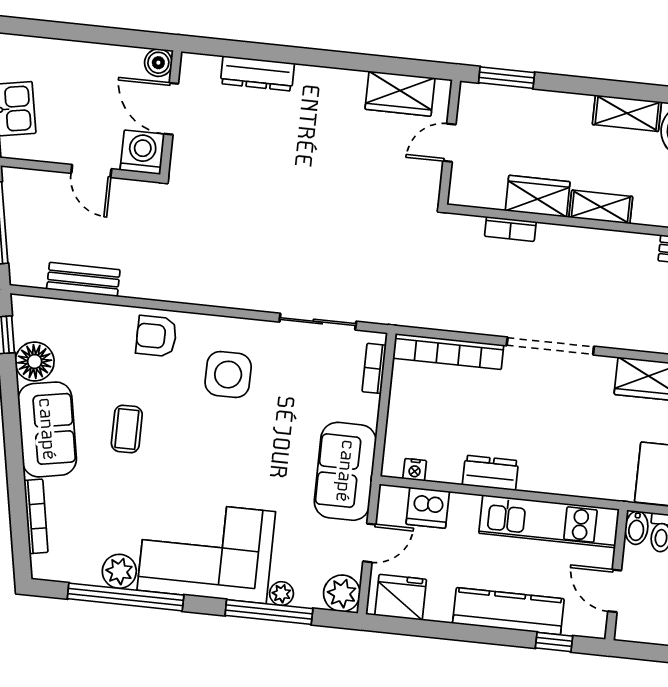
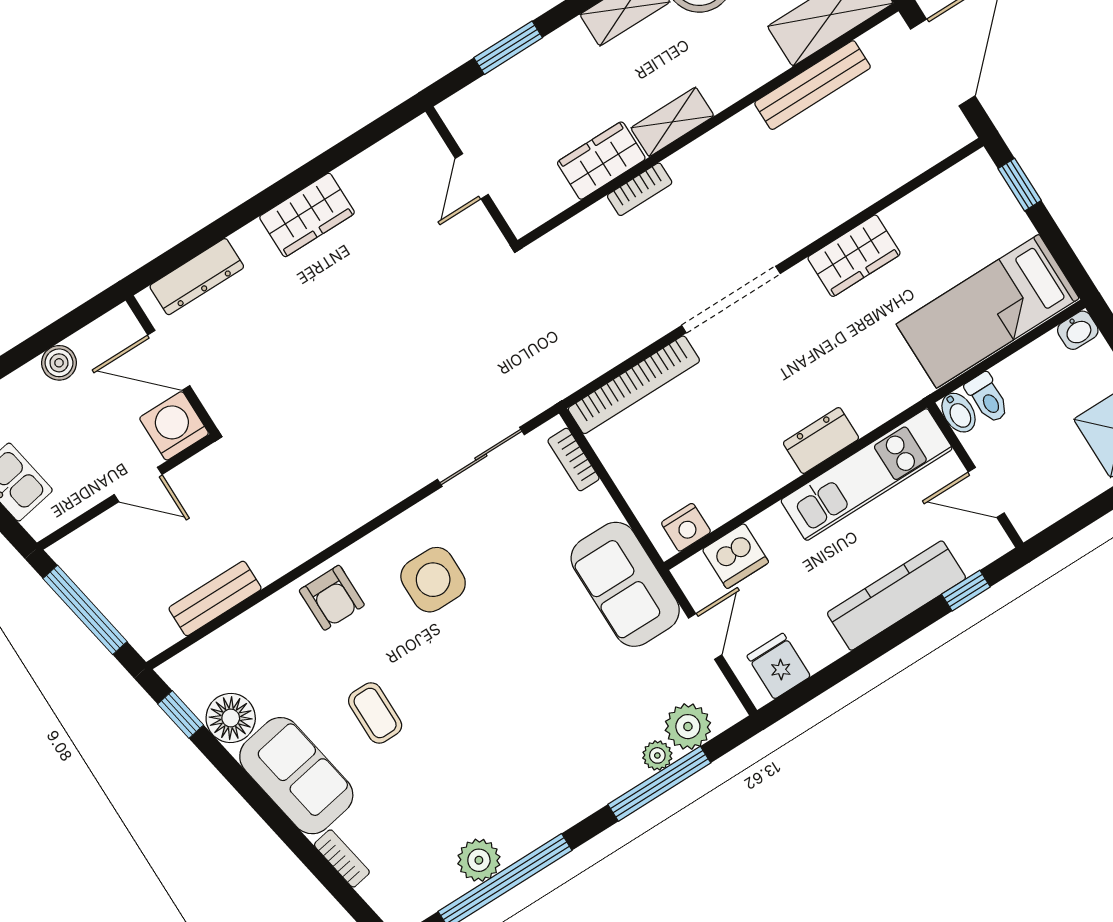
boiler: (158, 63) -> (59, 363), moved
dresser: (257, 73) -> (197, 277), moved
window: (507, 78) -> (508, 48), moved
wardrobe: (400, 94) -> (307, 215), moved
bookcase: (510, 229) -> (640, 189), moved
armchair: (156, 336) -> (332, 598), turned -90
nightstand: (415, 470) -> (686, 527), width x1.39, depth x1.35
dresser: (490, 473) -> (821, 440), moved
bookcase: (36, 516) -> (342, 858), width x0.64
corner sofa: (206, 551) -> (549, 772), removed
plant: (342, 593) -> (688, 727), moved
fridge: (401, 597) -> (779, 666), width x0.72

